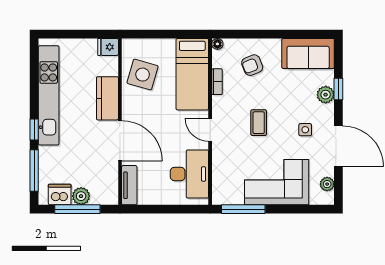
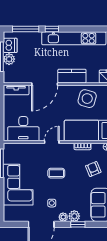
plant: (327, 184) -> (63, 217), moved

